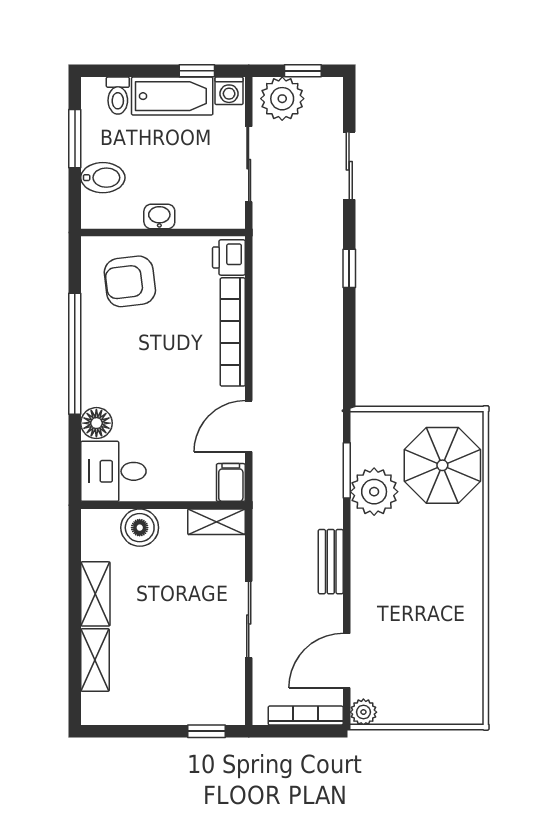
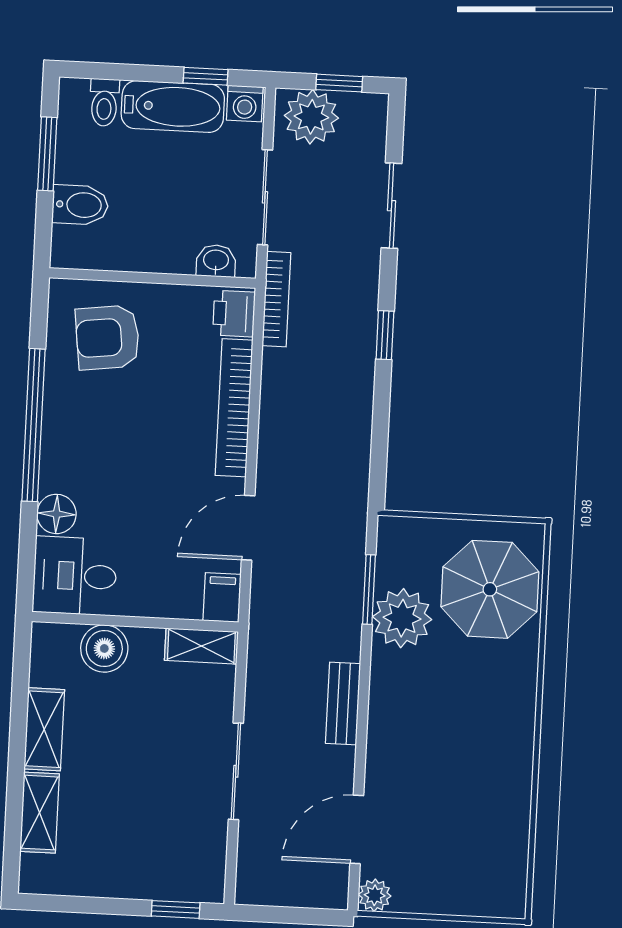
washbasin: (159, 216) -> (216, 261), moved
bookcase: (306, 716) -> (277, 299), moved, turned 90

